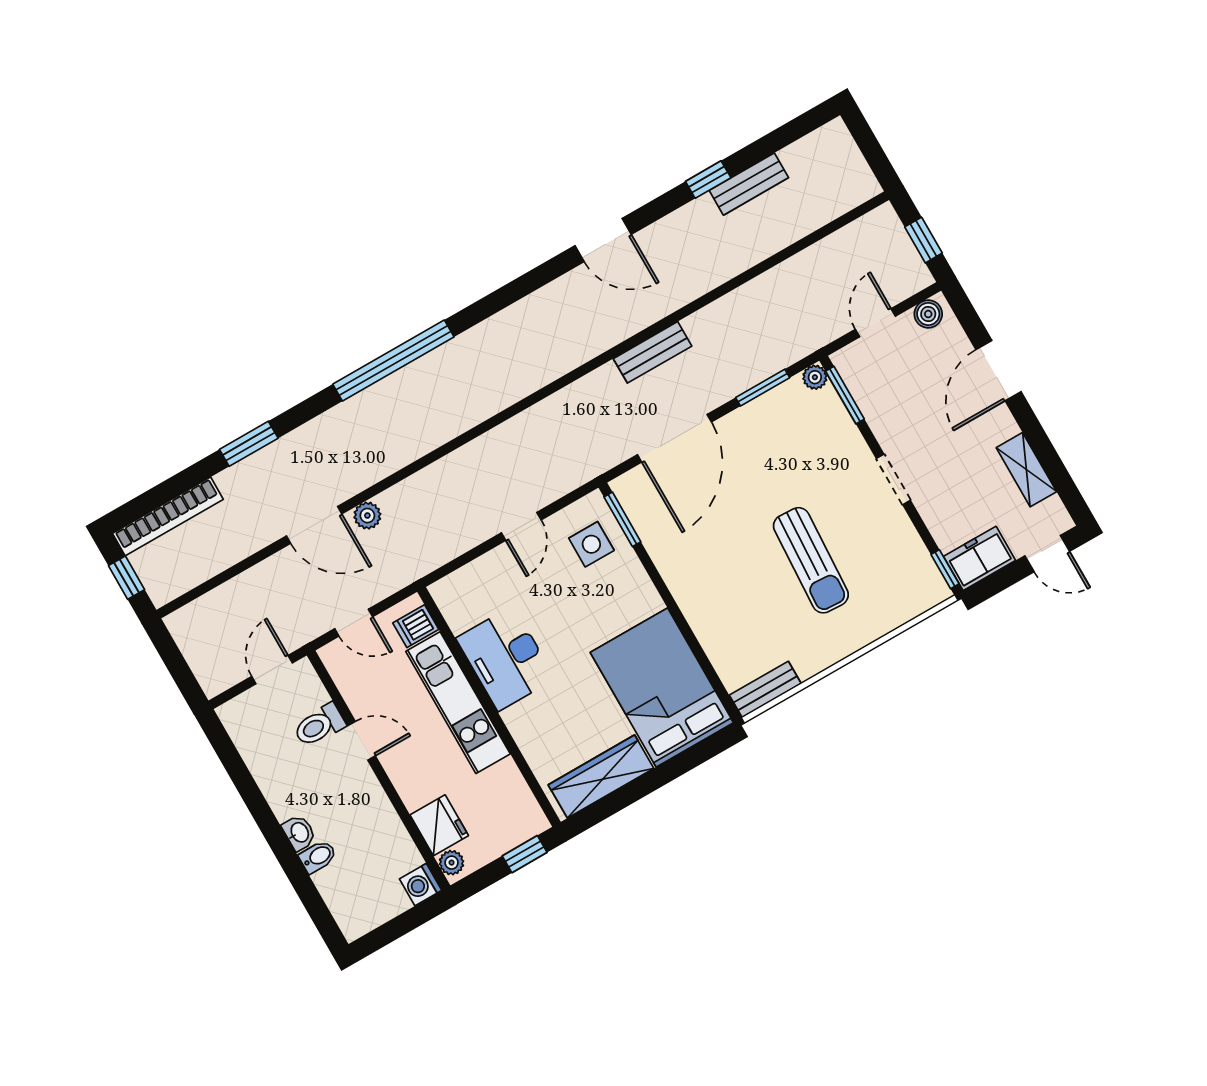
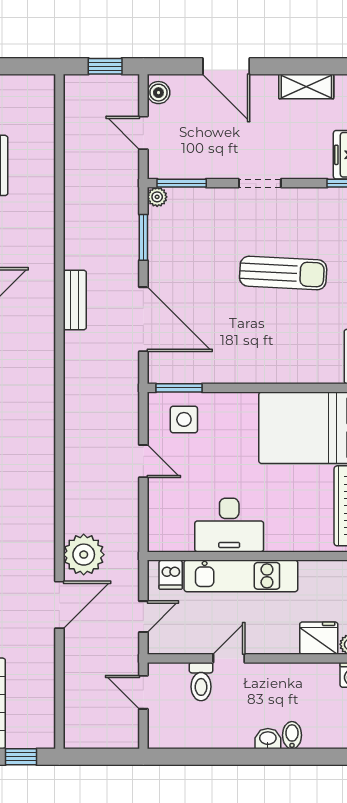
plant: (367, 516) -> (84, 555), width x1.88, depth x1.88

